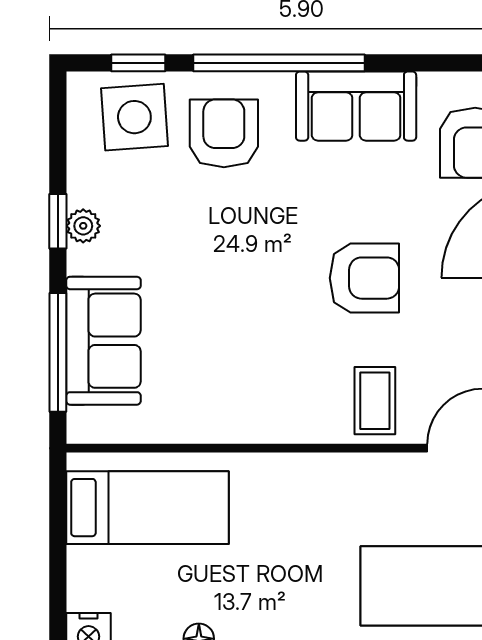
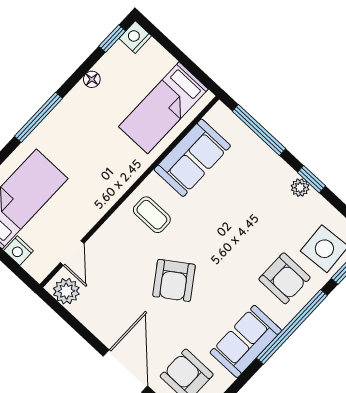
armchair: (364, 278) -> (174, 280), turned -35
sofa: (103, 341) -> (192, 158), moved, turned -90
coffee table: (375, 401) -> (152, 215), moved

